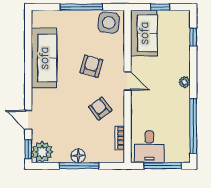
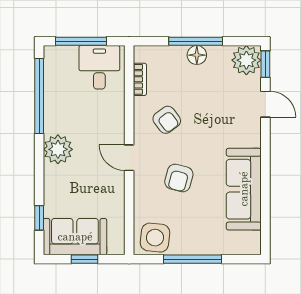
sofa: (144, 33) -> (75, 237), moved, turned 90
plant: (184, 82) -> (58, 149), width x1.88, depth x1.88

